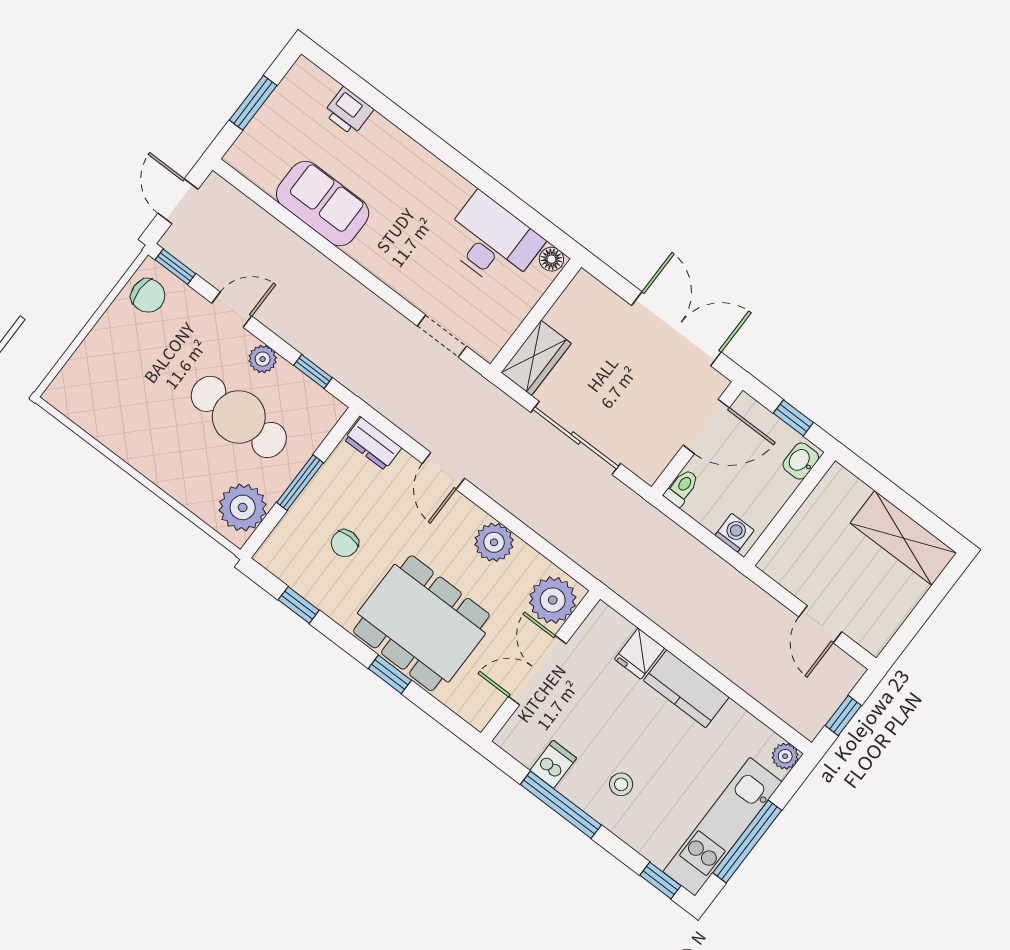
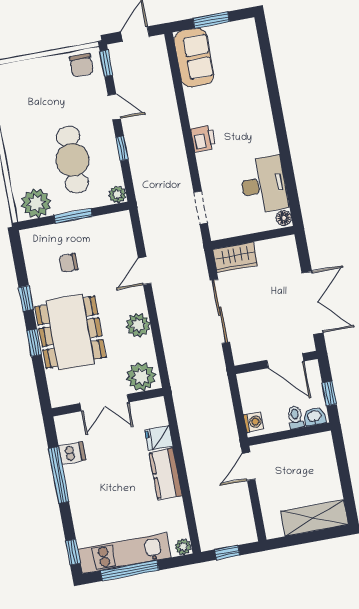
printer: (348, 111) -> (203, 139), moved, turned 180
sofa: (323, 204) -> (194, 58), moved
plant: (263, 359) -> (117, 195), moved
window: (313, 371) -> (122, 148), moved
dresser: (373, 444) -> (123, 228), removed
toilet: (682, 488) -> (295, 417), moved, turned -90
shelving: (903, 538) -> (314, 518), moved, turned 90
window: (299, 605) -> (26, 298), moved
door: (820, 624) -> (249, 466), moved
double door: (537, 670) -> (104, 403), swing flipped
stool: (621, 784) -> (95, 491), removed

